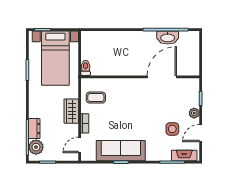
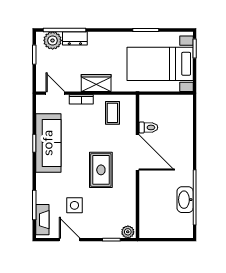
toilet: (86, 68) -> (148, 127), moved
door: (162, 77) -> (138, 153), moved
rug: (143, 107) -> (101, 170), added
plant: (194, 113) -> (128, 232), moved

